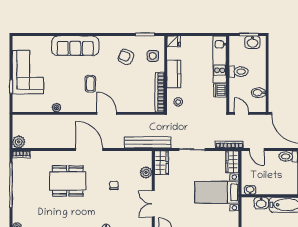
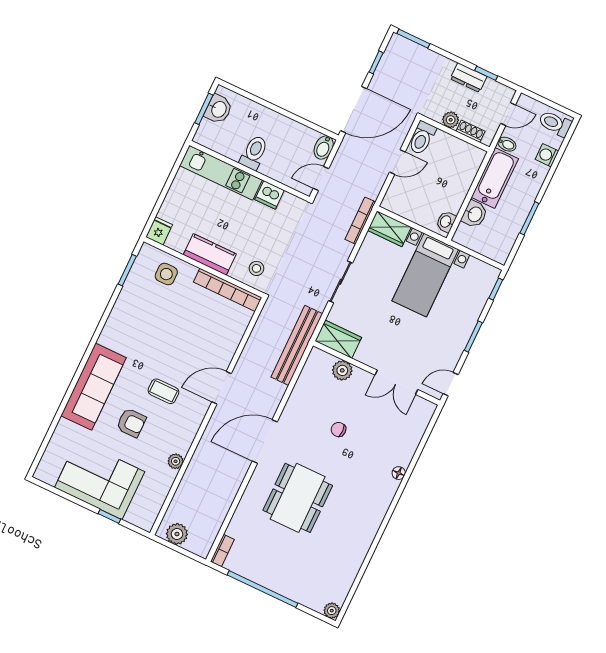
armchair: (126, 57) -> (131, 423), moved, turned -112
bidet: (259, 93) -> (324, 147), moved
plant: (19, 142) -> (177, 534), moved
door: (257, 149) -> (397, 162), moved

